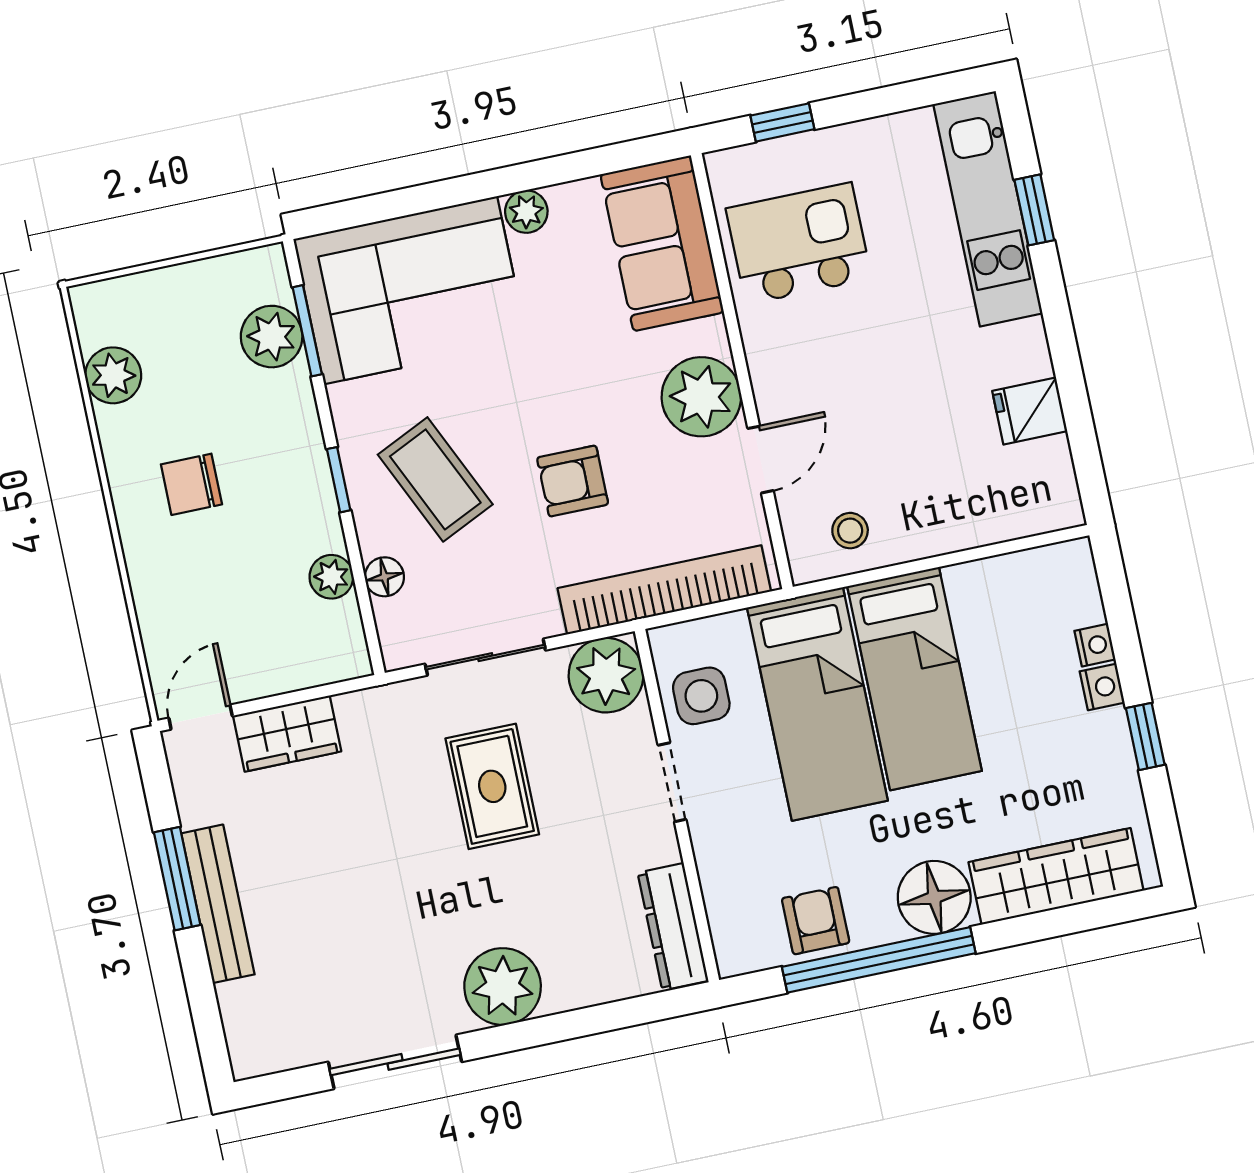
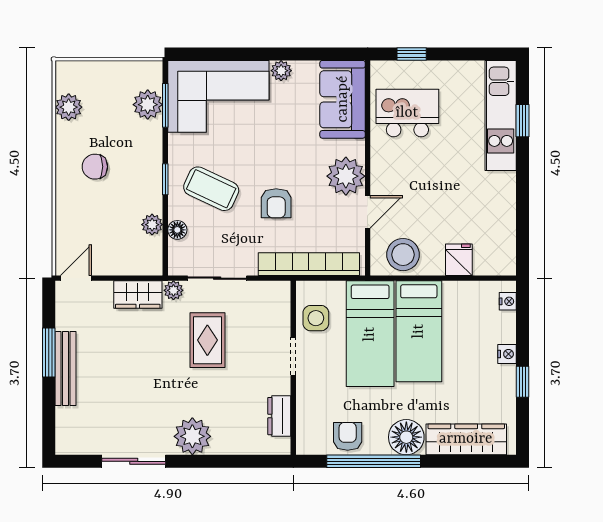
fridge: (1030, 411) -> (459, 260), moved, turned 90
coffee table: (435, 479) -> (211, 189), turned -40
armchair: (573, 481) -> (276, 203), turned -90
stool: (850, 531) -> (403, 255), width x1.89, depth x1.89
nightstand: (1095, 645) -> (508, 301), moved
plant: (606, 675) -> (173, 290), moved, width x0.53, depth x0.53
wardrobe: (287, 734) -> (138, 295), moved
dresser: (673, 927) -> (279, 416), width x0.70

